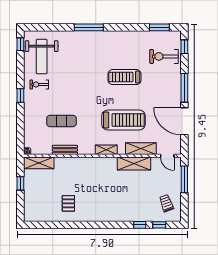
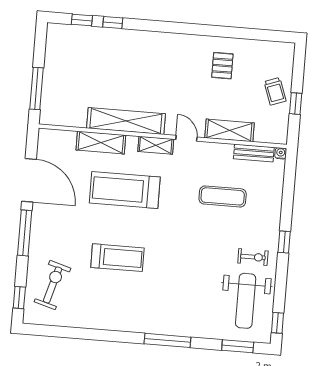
window: (159, 27) -> (238, 346), moved
weight bench: (42, 56) -> (246, 301), turned 180
exercise bike: (164, 56) -> (53, 285), turned -74
bench: (65, 150) -> (254, 153), moved
door: (167, 156) -> (186, 138), moved
shelving: (39, 163) -> (229, 130), moved
shelving: (134, 164) -> (126, 121), width x1.47
trolley: (166, 203) -> (275, 91), moved

